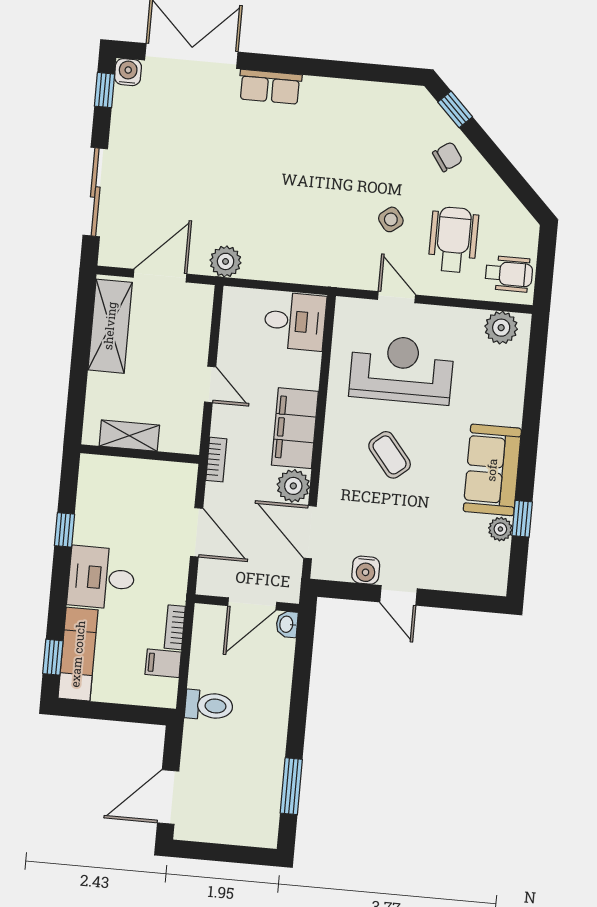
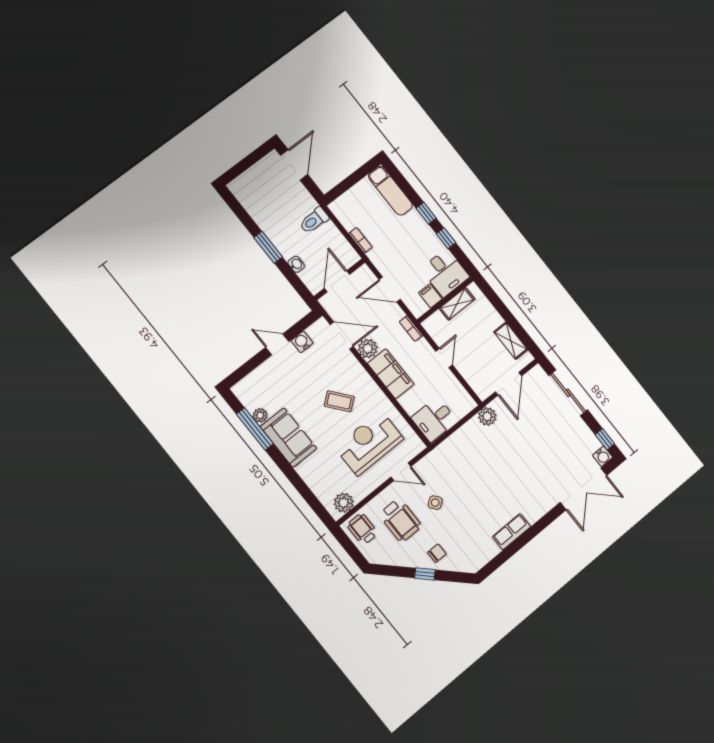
row of seats: (270, 87) -> (511, 532), moved
window: (455, 109) -> (425, 574), moved
chair: (448, 157) -> (437, 553), turned -145
wheelchair: (509, 274) -> (362, 529), turned 90
shelving: (110, 326) -> (511, 341), width x0.67, depth x0.75
reception desk: (402, 369) -> (369, 443), turned 180
door: (210, 384) -> (444, 358), swing flipped
window: (522, 519) -> (255, 429), width x2.17
desk: (101, 578) -> (445, 273), moved, turned 90
washbasin: (287, 624) -> (296, 264), moved
window: (53, 657) -> (426, 213), moved
filing cabinet: (163, 663) -> (430, 296), moved, turned -90
window: (291, 786) -> (268, 247), moved

